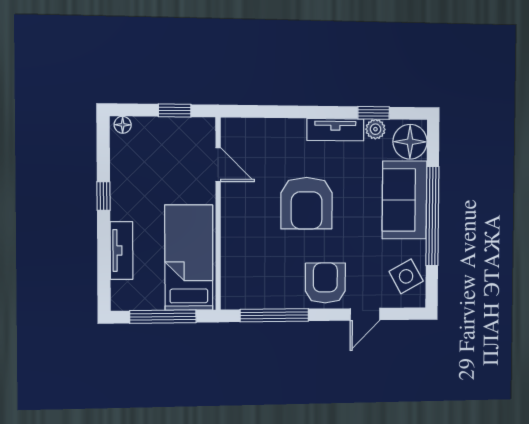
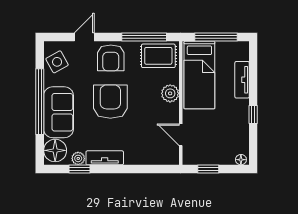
armchair: (307, 203) -> (110, 102), moved
plant: (234, 229) -> (170, 93), added
rug: (253, 287) -> (158, 56), added

